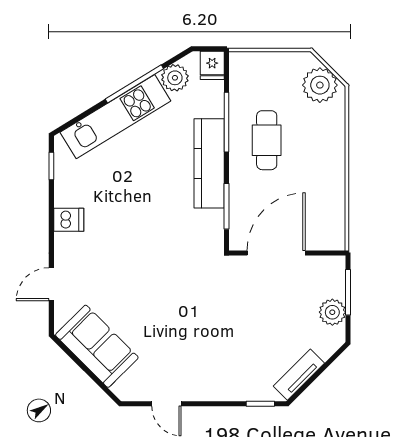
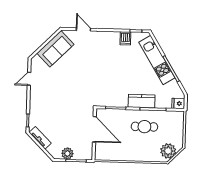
plant: (175, 78) -> (173, 87), removed
kitchen counter: (209, 163) -> (142, 101), width x0.67
dishwasher: (69, 220) -> (125, 38), moved

